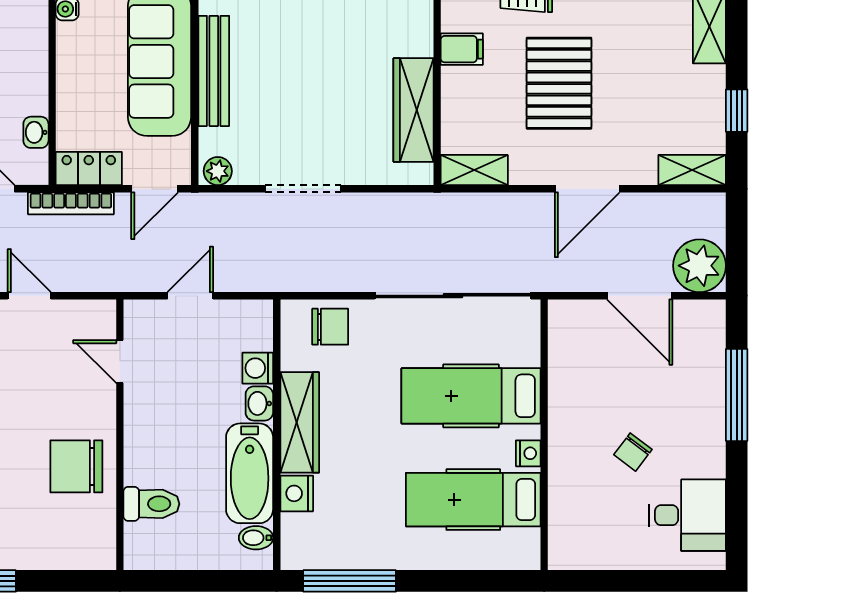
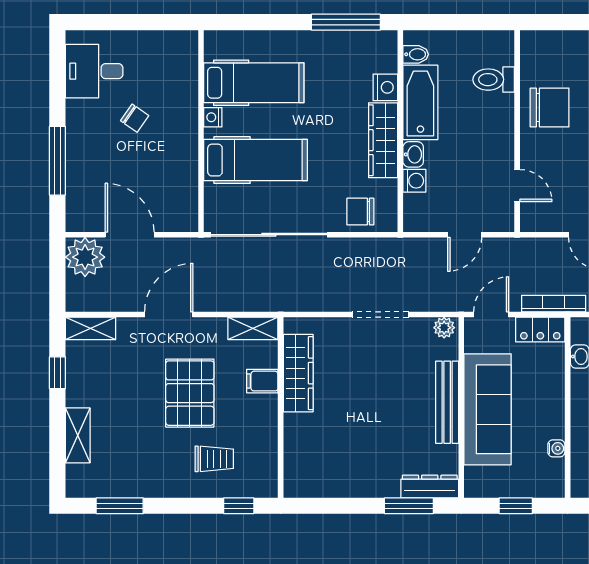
filing cabinet: (462, 49) -> (262, 381), moved
chair: (633, 452) -> (135, 118), turned 88

